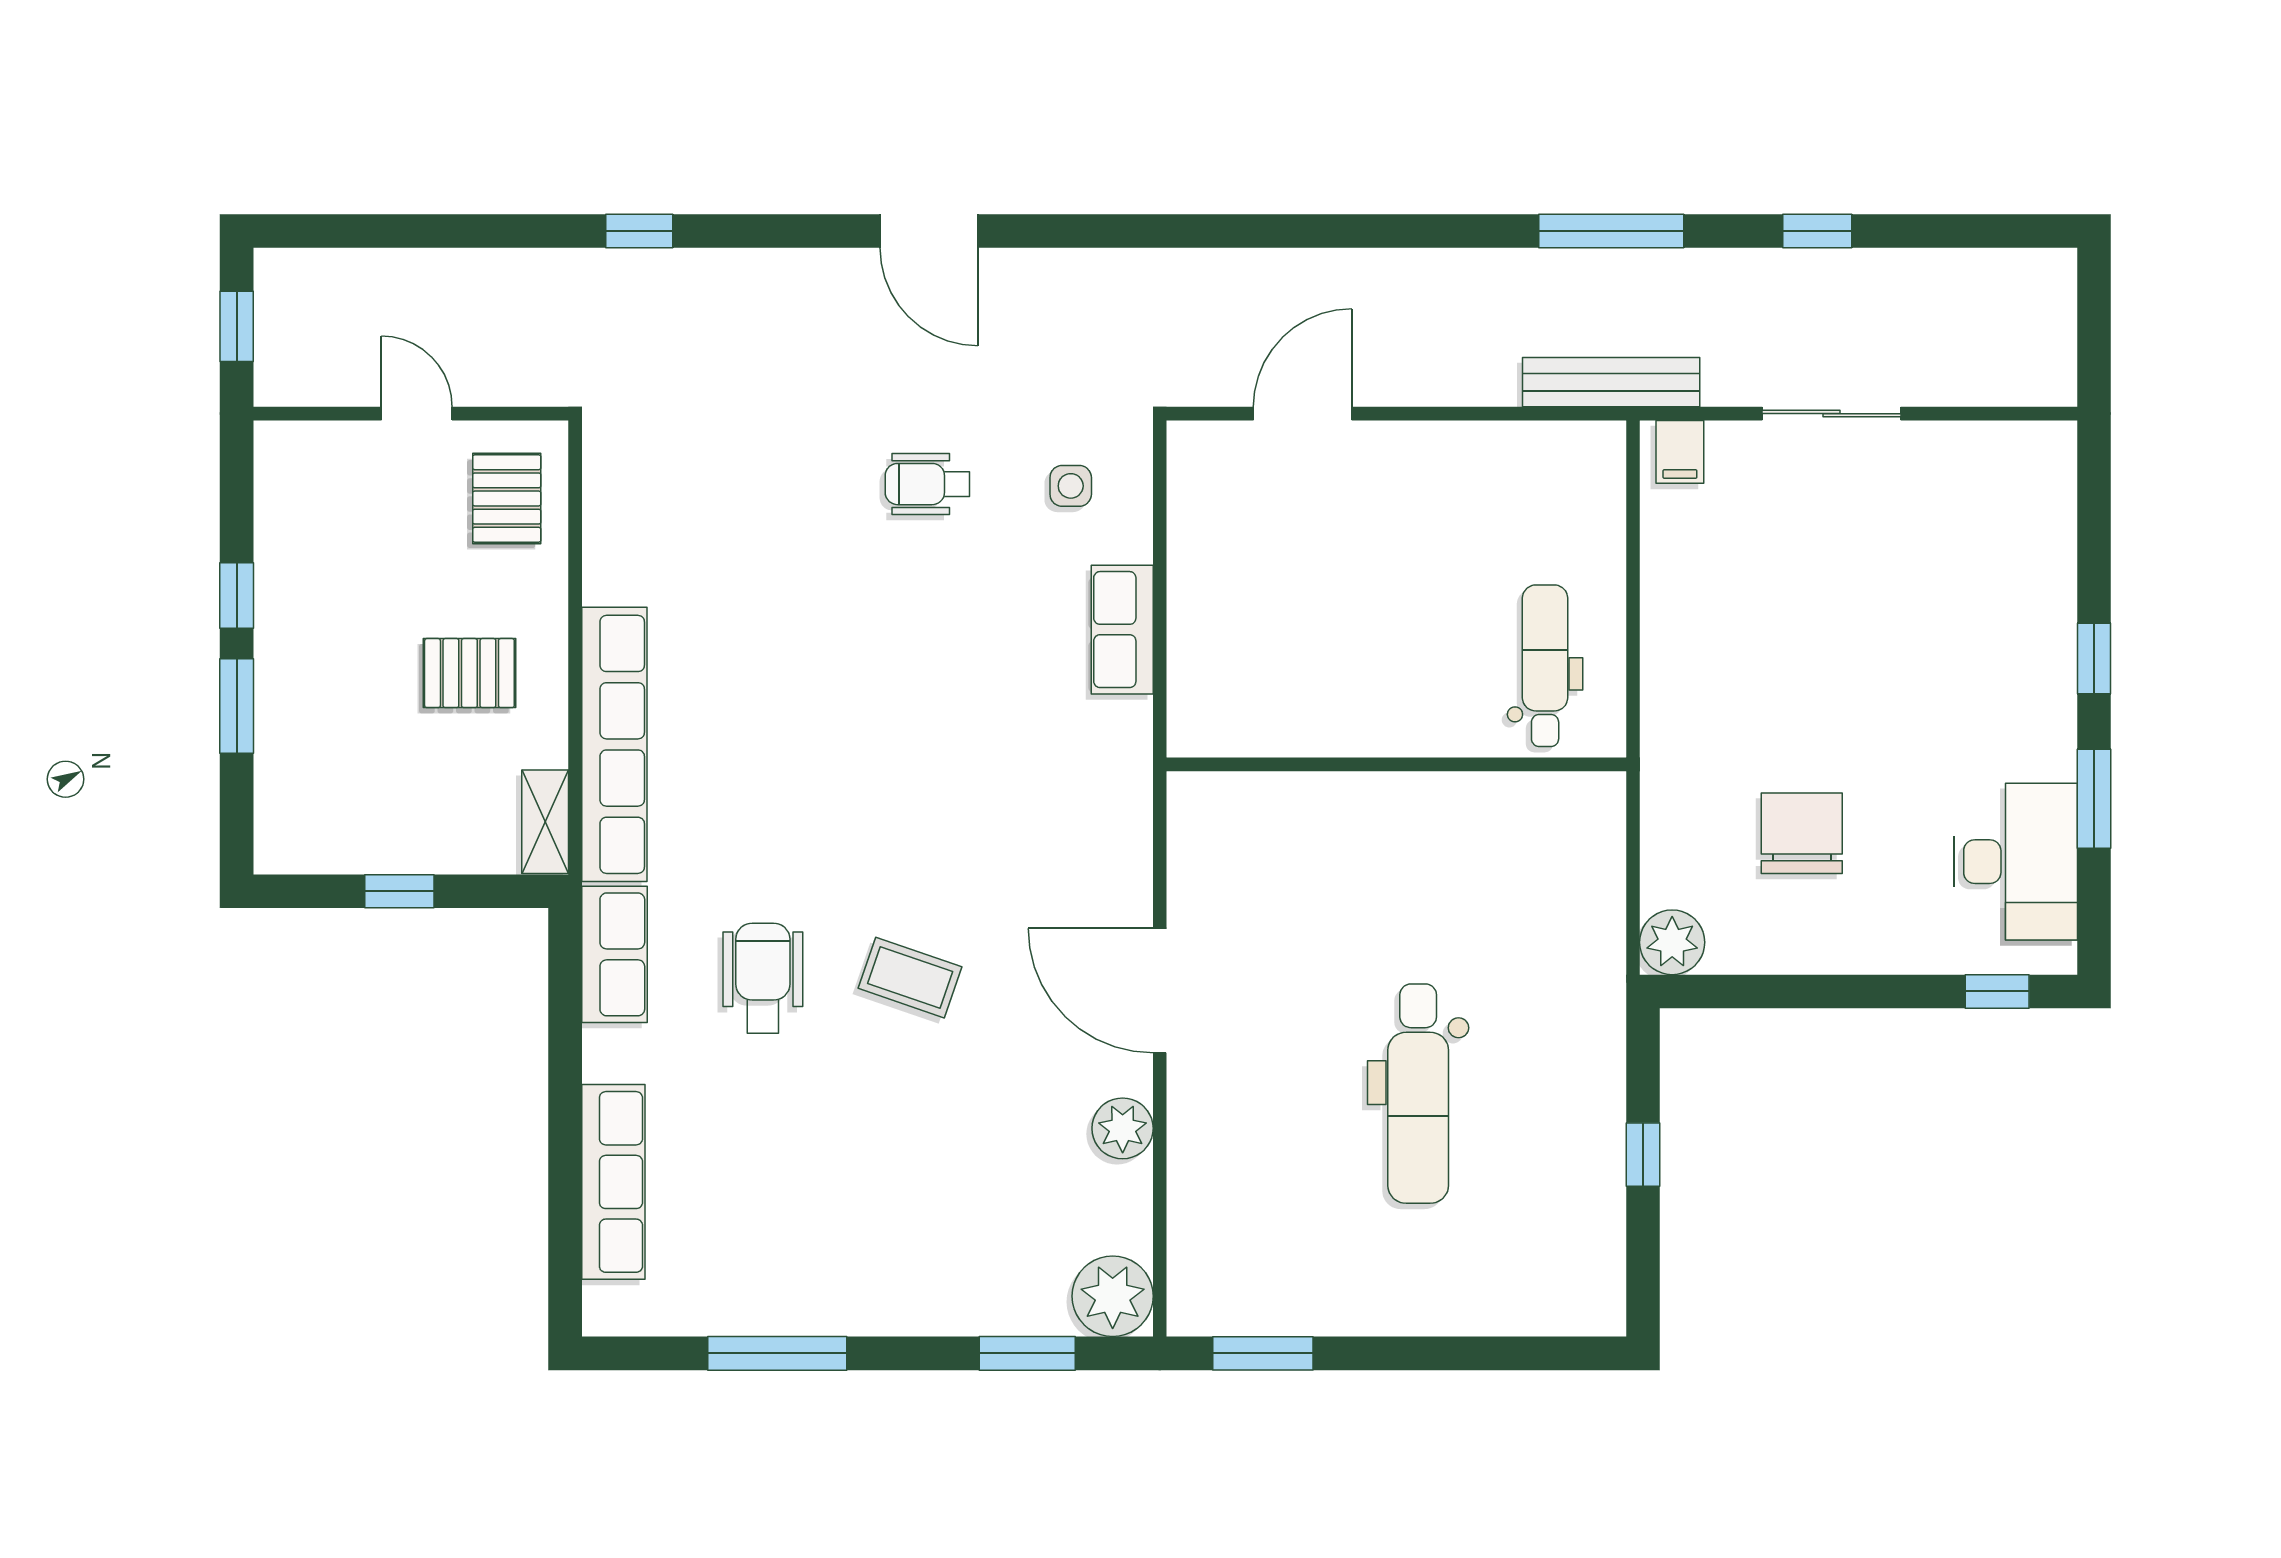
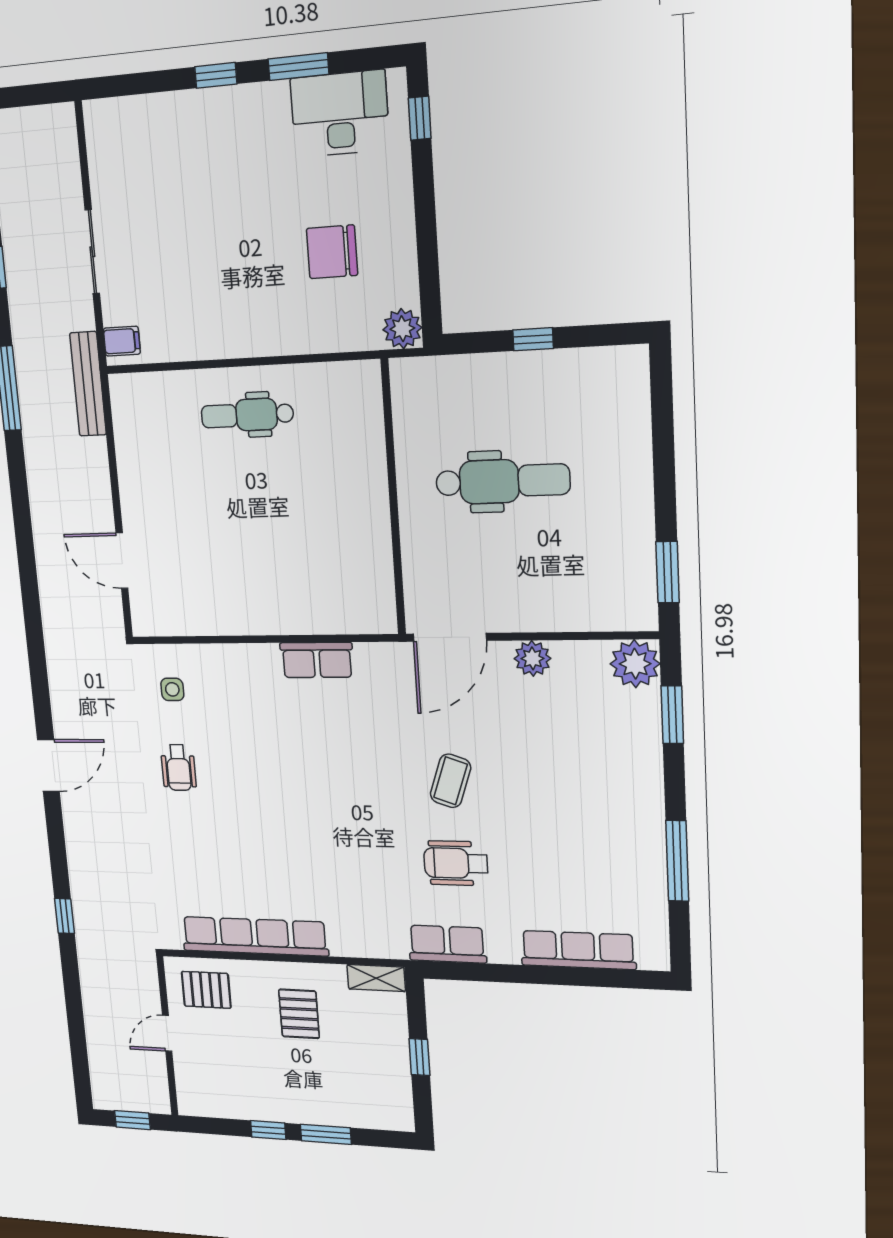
row of seats: (1122, 630) -> (317, 660), moved
row of seats: (614, 744) -> (254, 936), moved
wall: (1396, 764) -> (393, 498), moved

